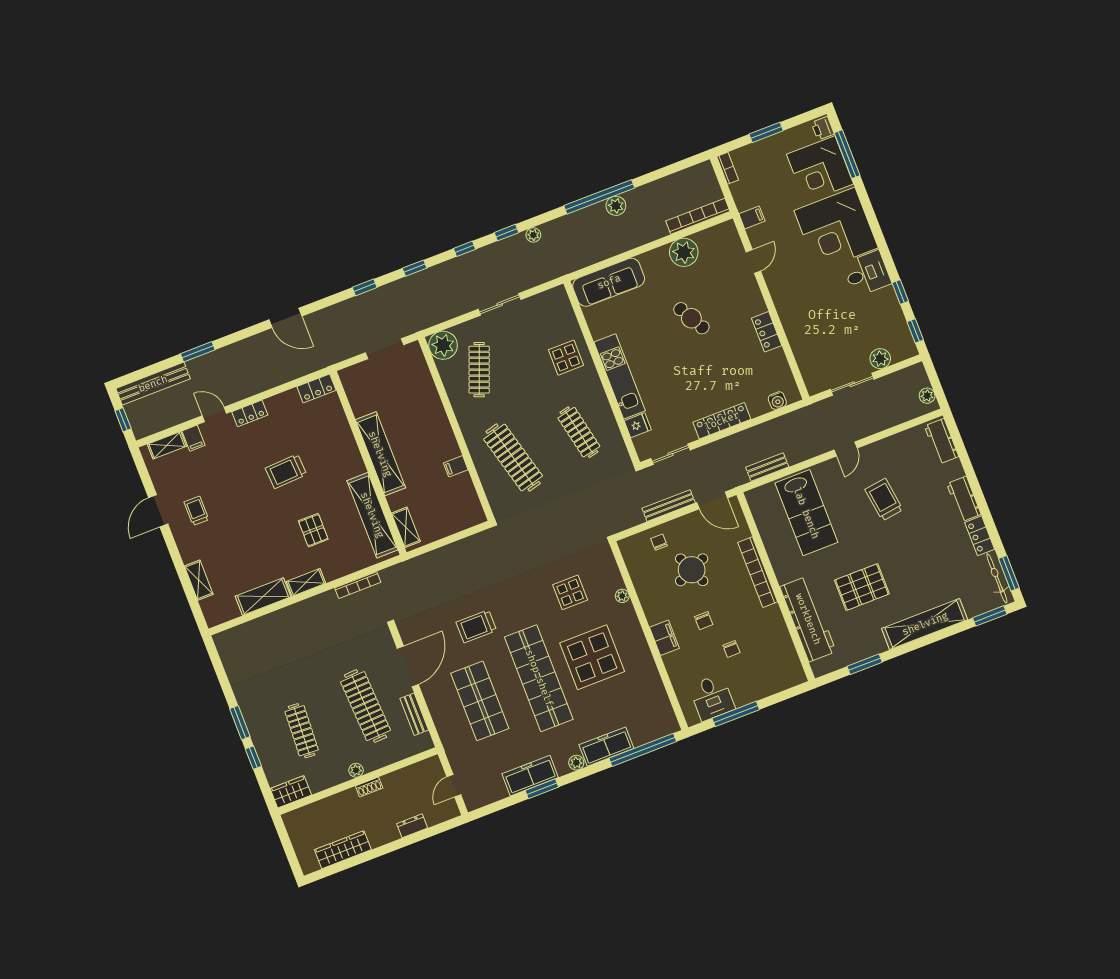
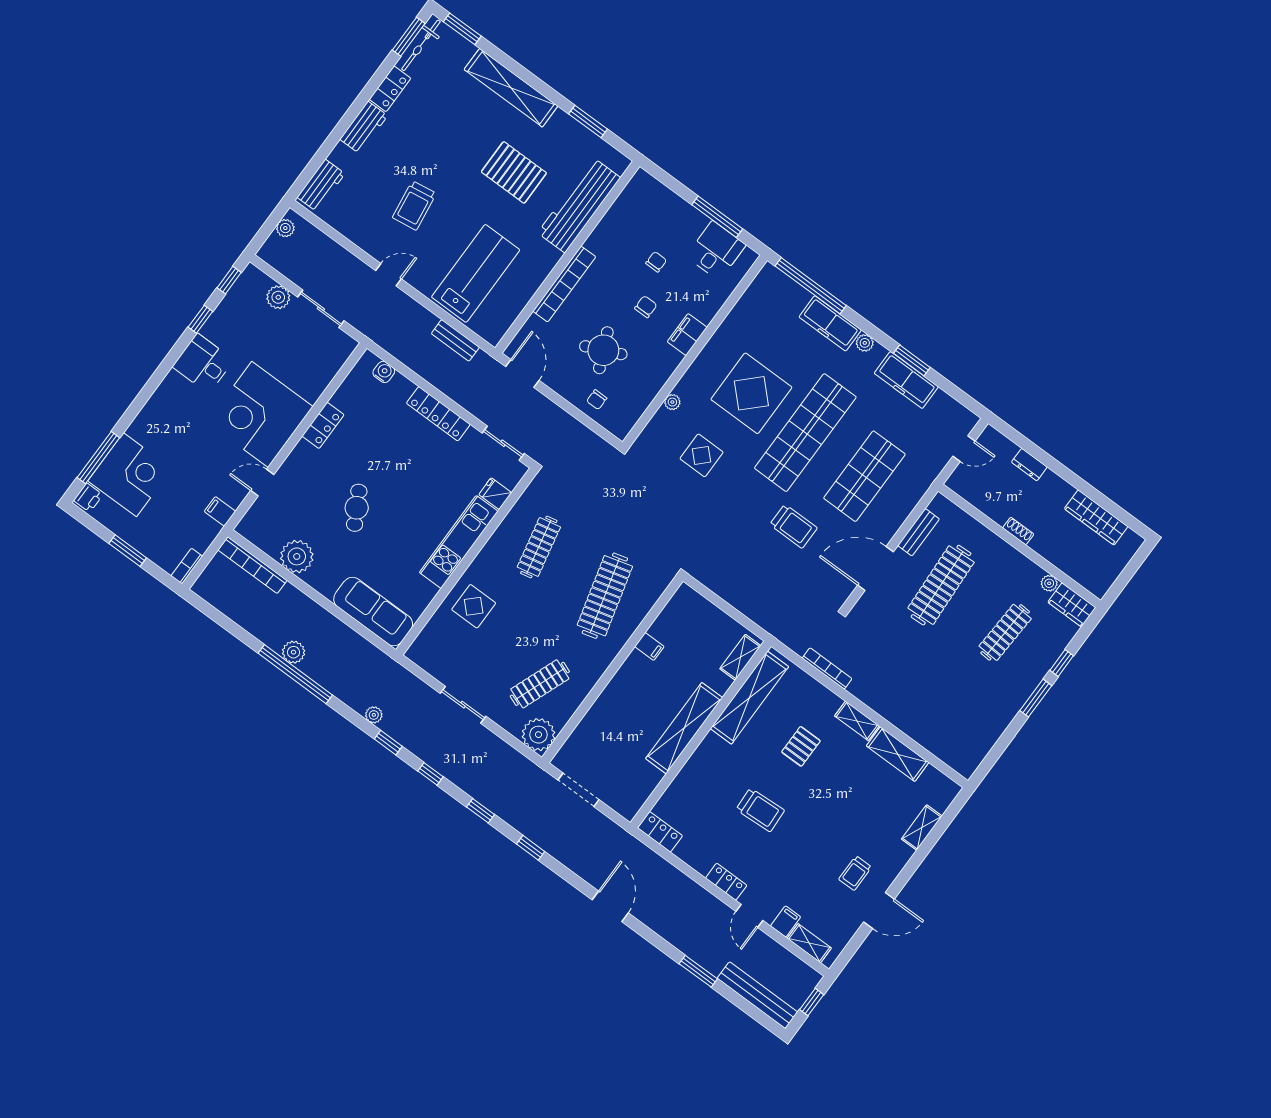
corner desk: (836, 229) -> (260, 414), moved, turned 180
bench: (669, 506) -> (555, 413), removed
plant: (356, 770) -> (1049, 583), moved

